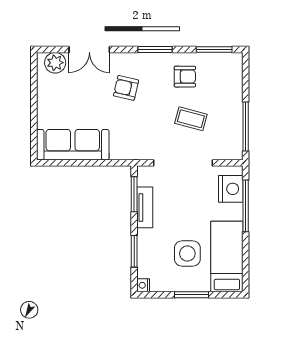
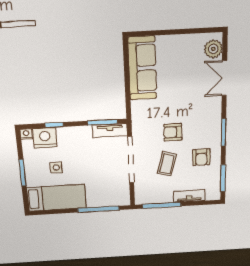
armchair: (126, 88) -> (173, 132), moved, turned -103
tv unit: (235, 92) -> (189, 196), added
nightstand: (231, 189) -> (45, 138), moved, turned 180
tv unit: (145, 207) -> (110, 131), moved
window: (134, 251) -> (54, 125), width x0.67
side table: (187, 254) -> (56, 168), width x0.54, depth x0.54

